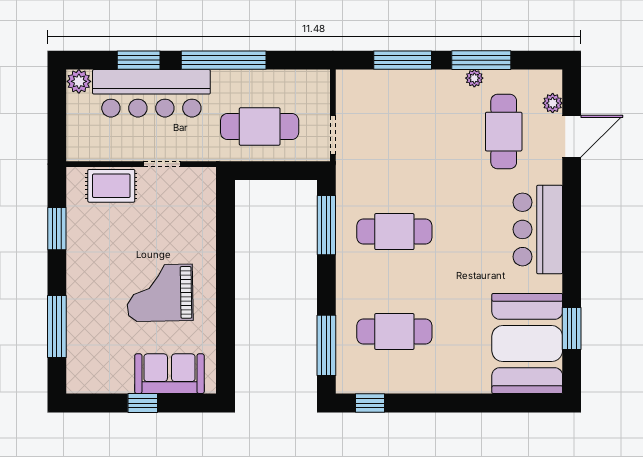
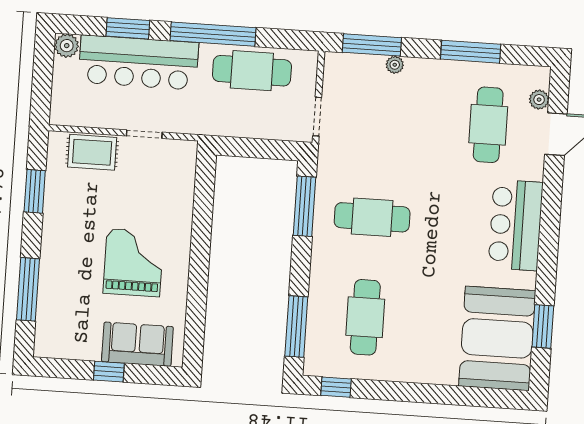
window: (403, 60) -> (372, 45), moved
plant: (474, 78) -> (395, 65), moved
cafe table: (260, 127) -> (252, 71), moved
grand piano: (160, 293) -> (133, 263), turned 91
cafe table: (394, 331) -> (365, 317), turned 90

